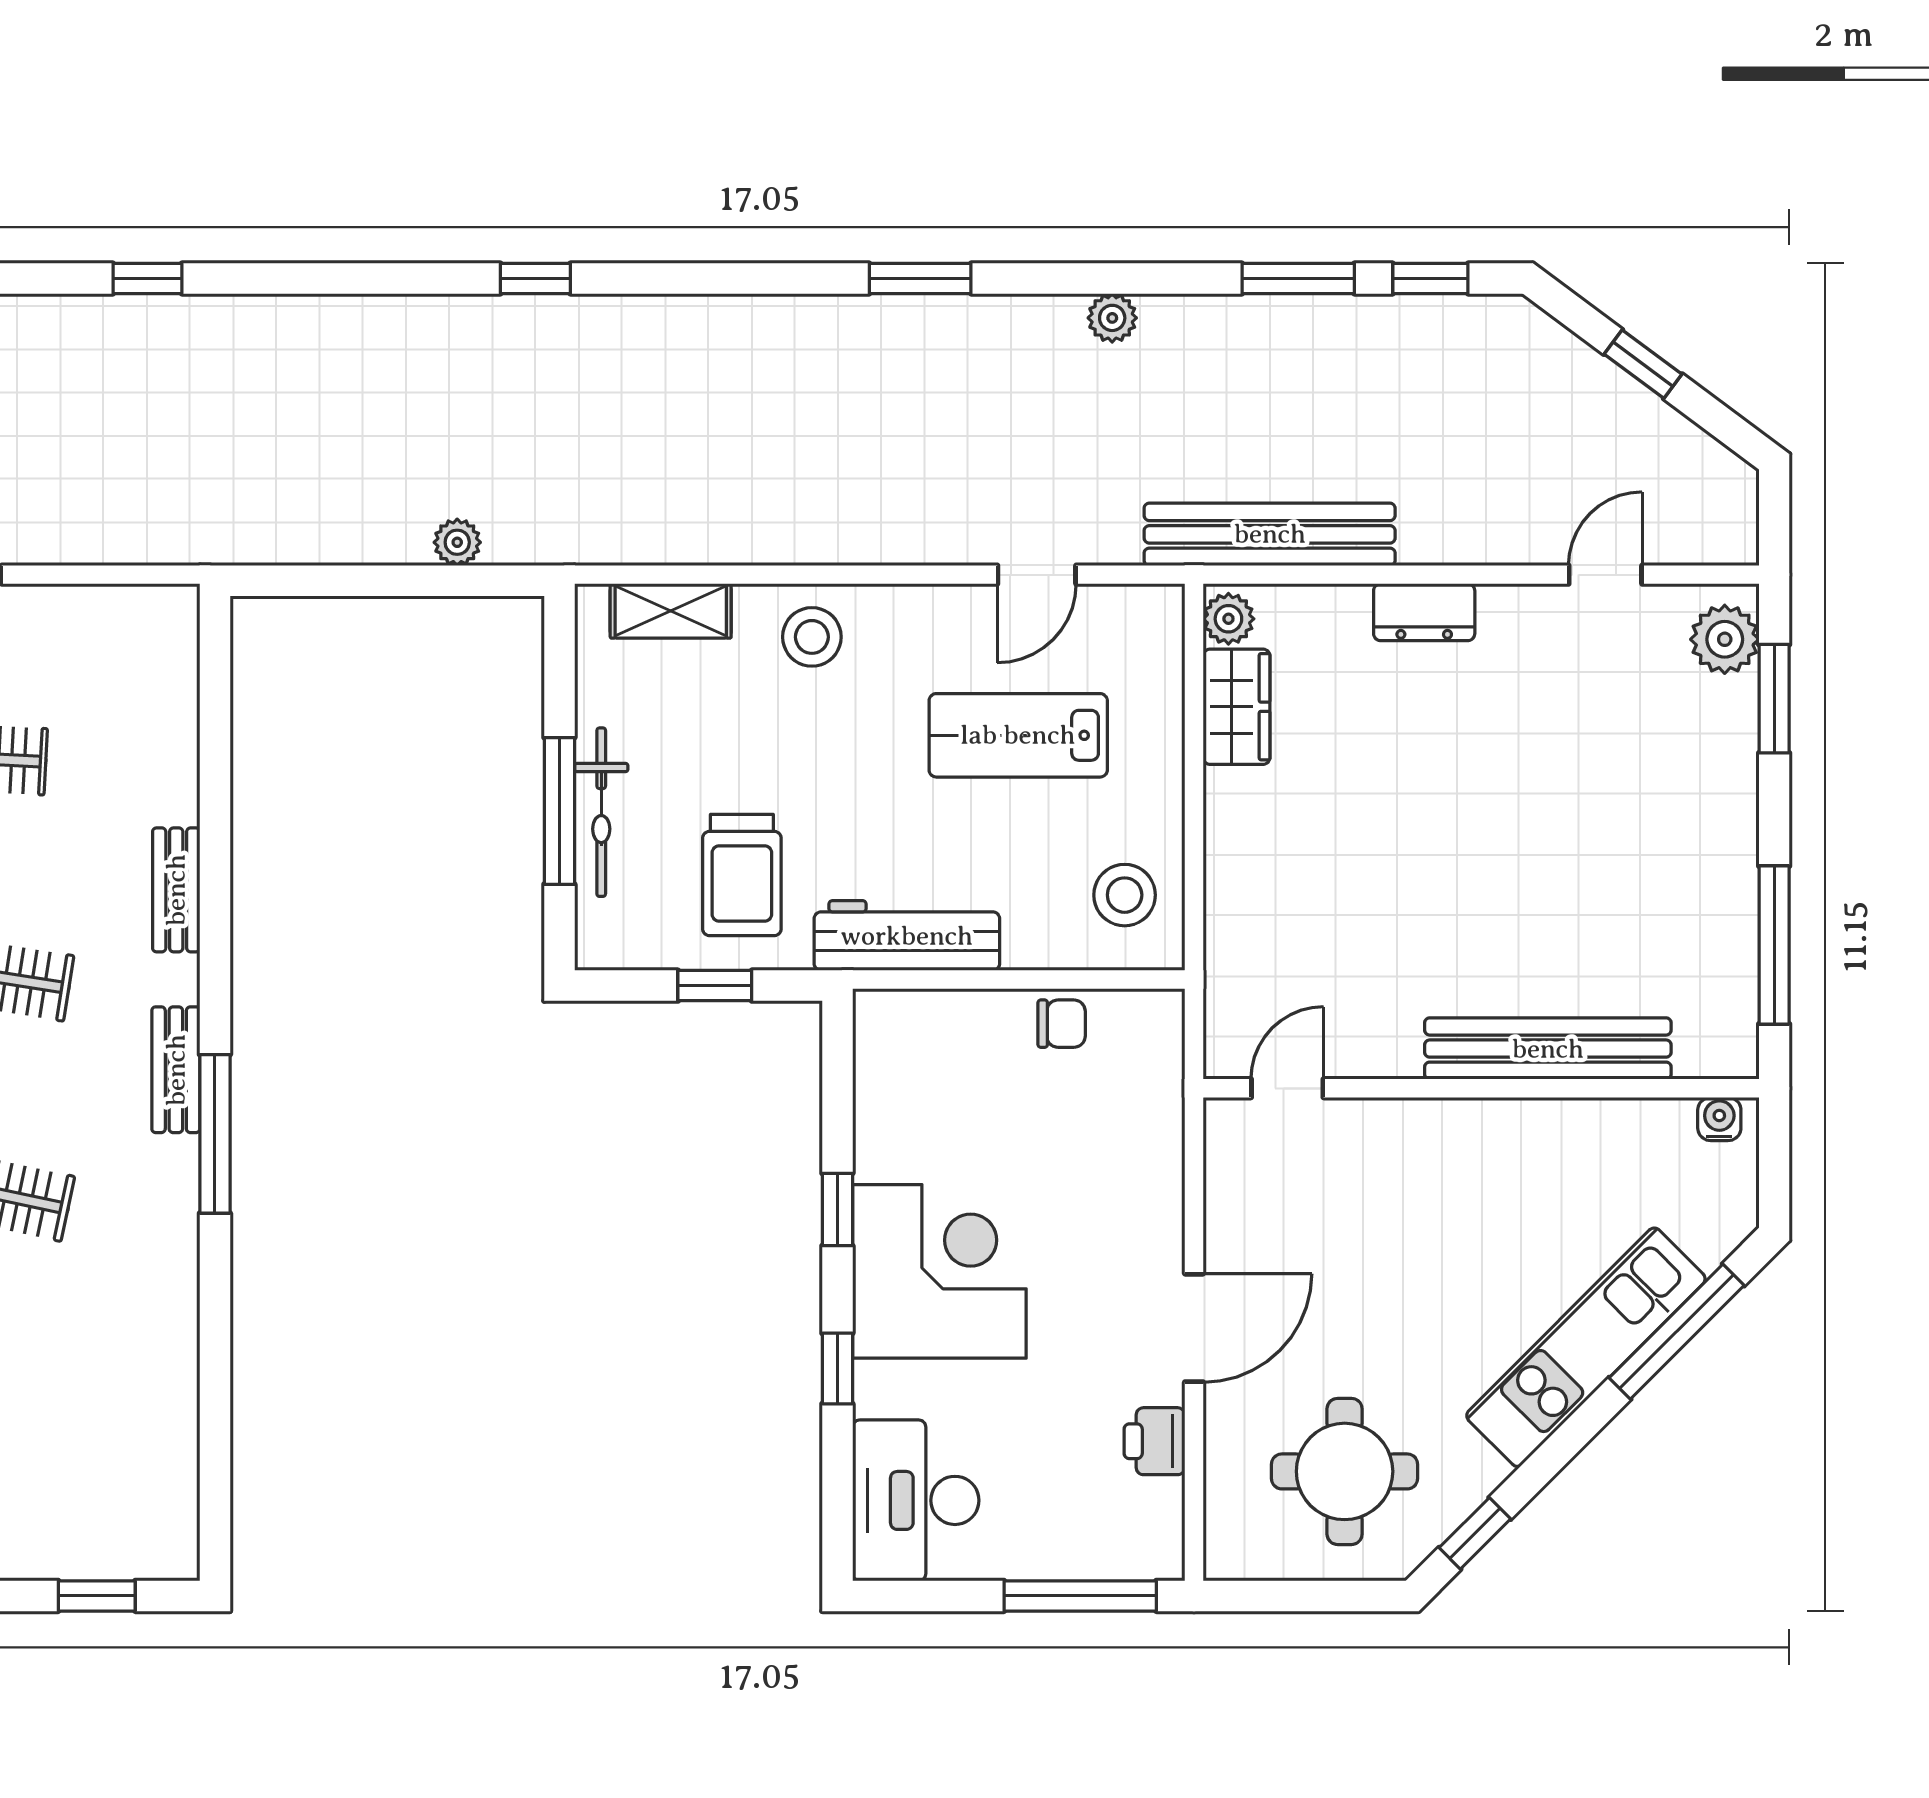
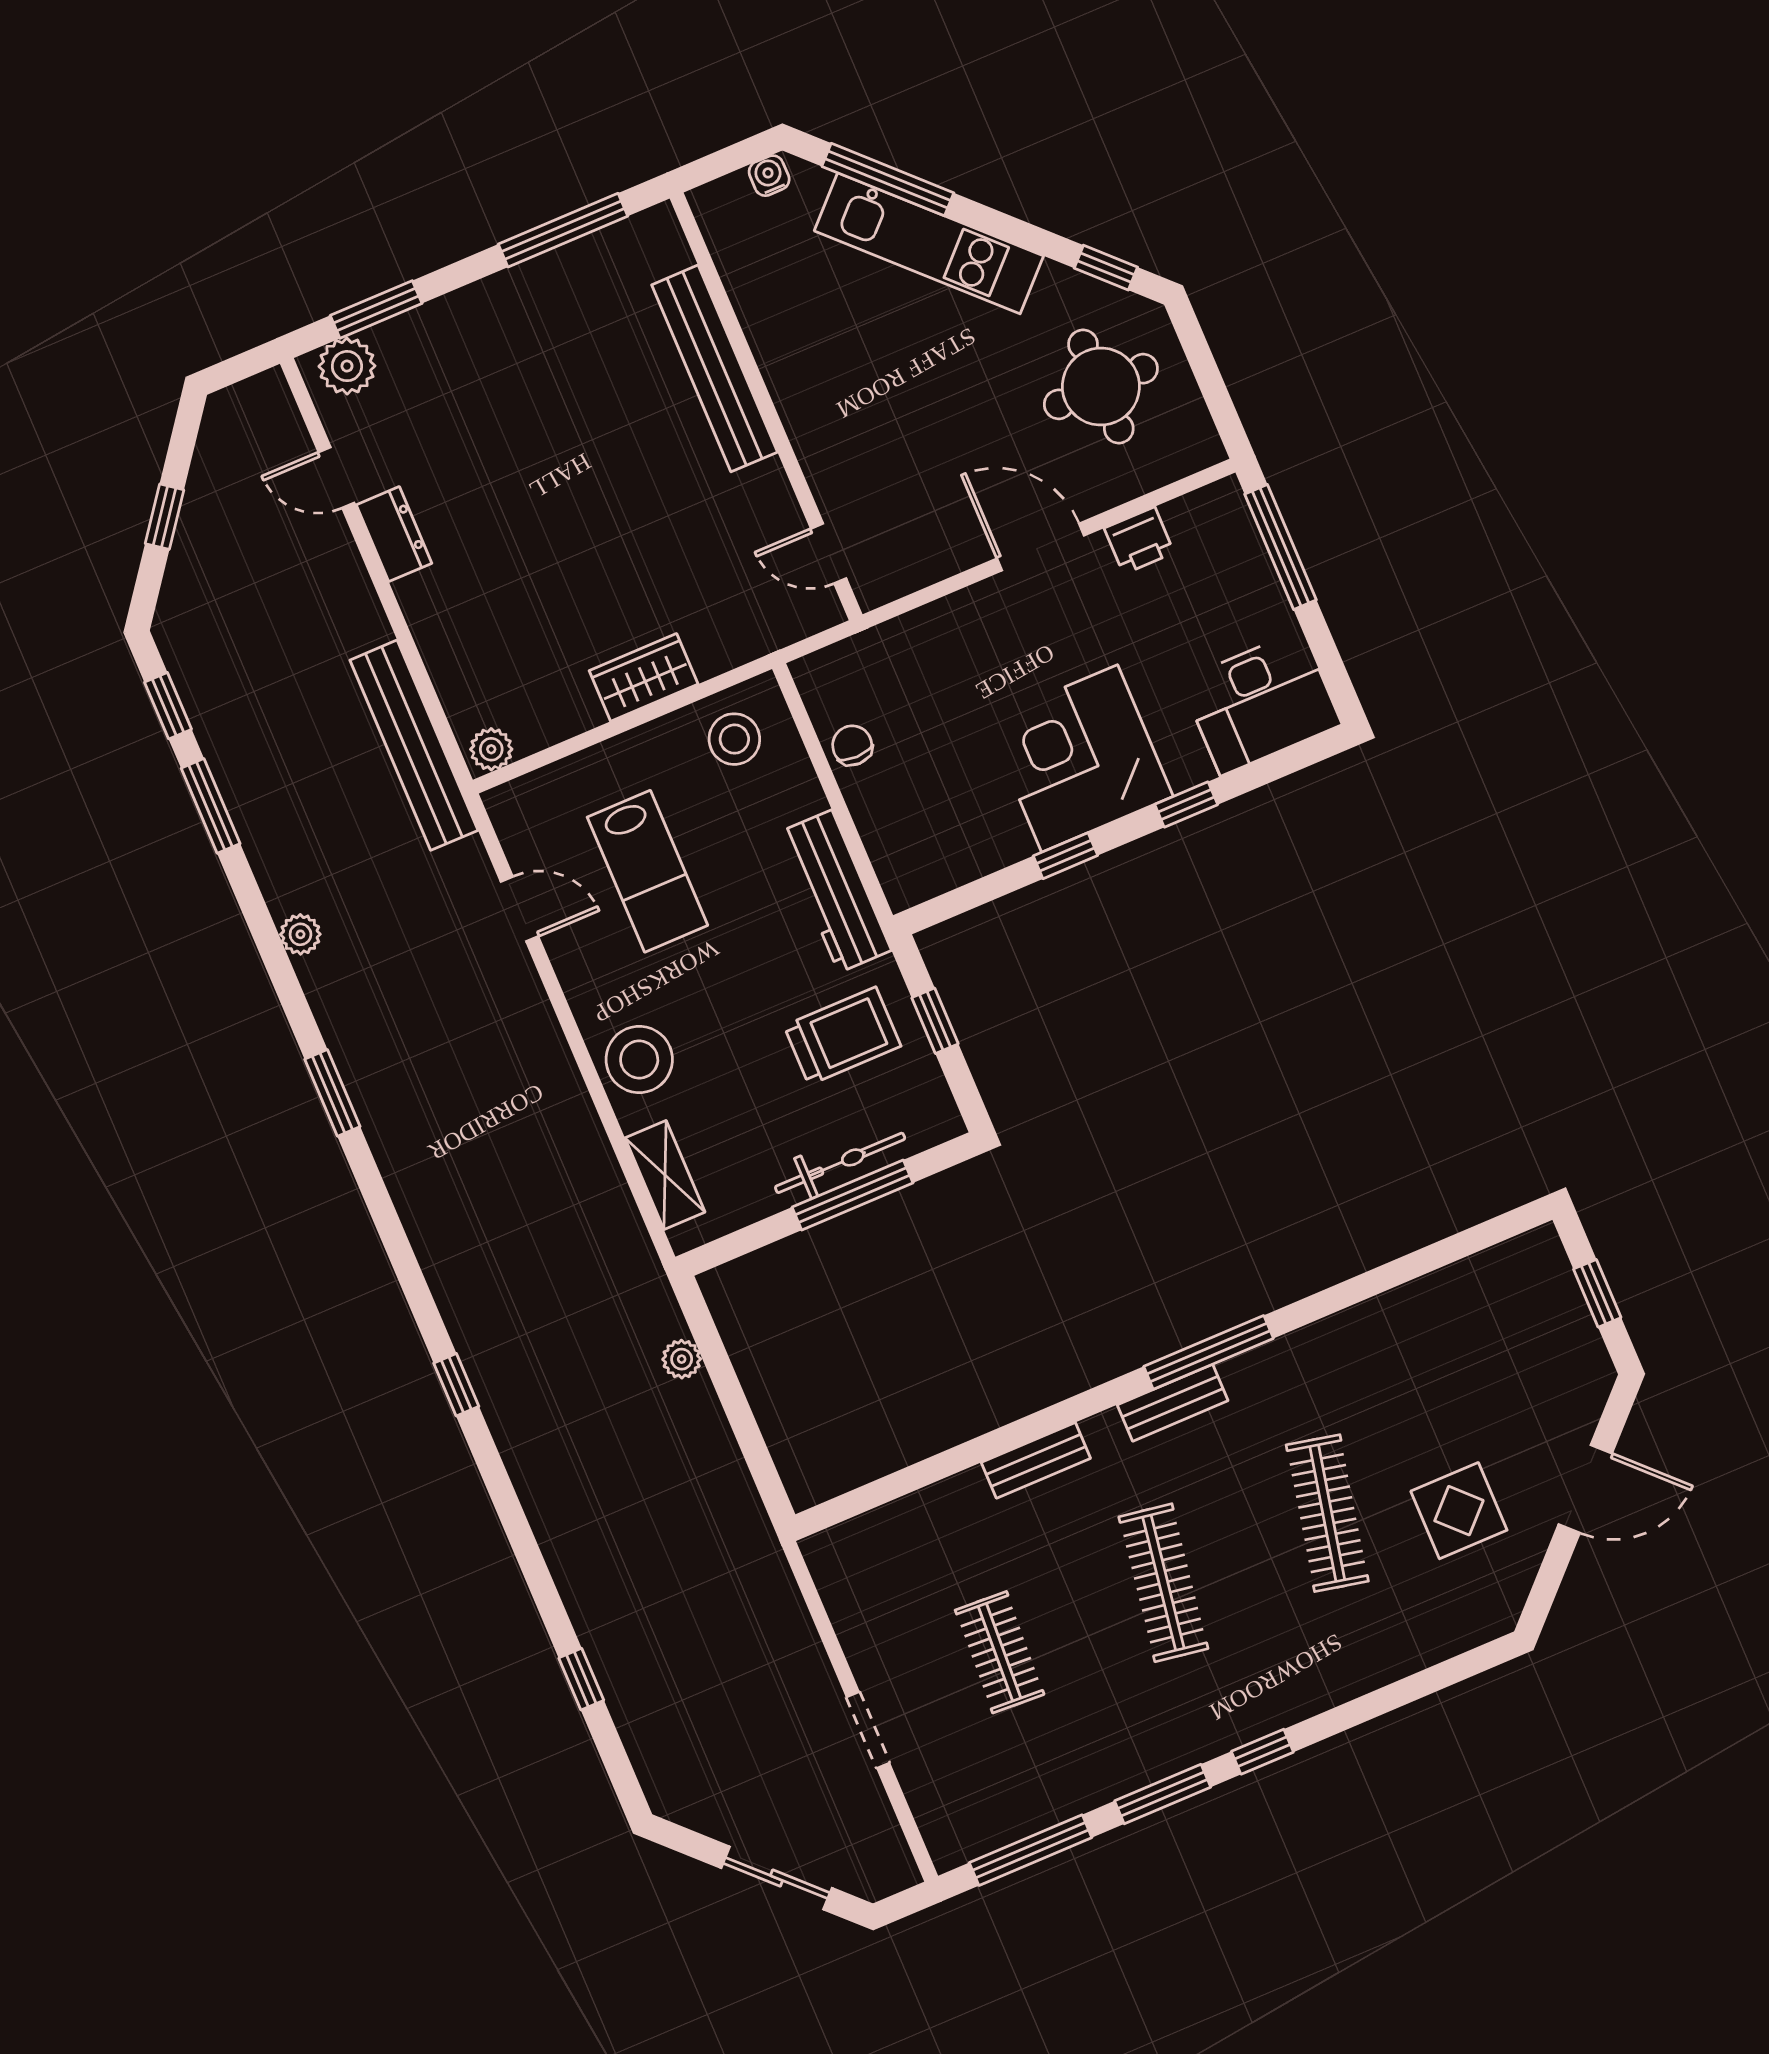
dresser: (1424, 612) -> (394, 534), moved
stool: (812, 637) -> (639, 1060), width x1.38, depth x1.38
wardrobe: (1236, 707) -> (644, 677), moved
water cooler: (1719, 1119) -> (769, 176), moved, turned 90

